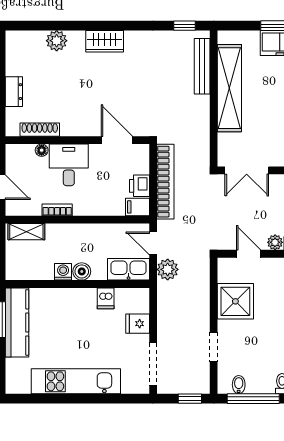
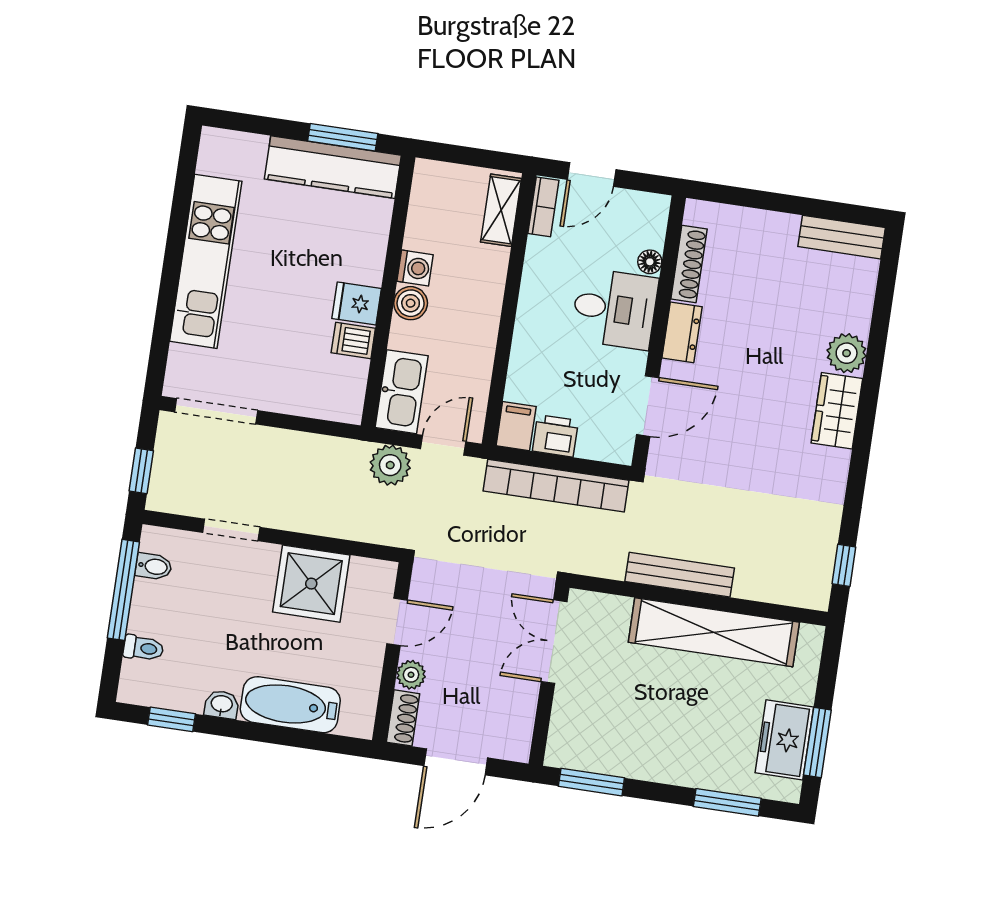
plant: (57, 41) -> (847, 353), moved
bench: (14, 52) -> (842, 237), added
bench: (202, 66) -> (680, 575), moved
dresser: (14, 92) -> (682, 332), moved, turned -90
bookcase: (57, 210) -> (543, 207), moved
fridge: (138, 324) -> (357, 304), moved, turned -90

